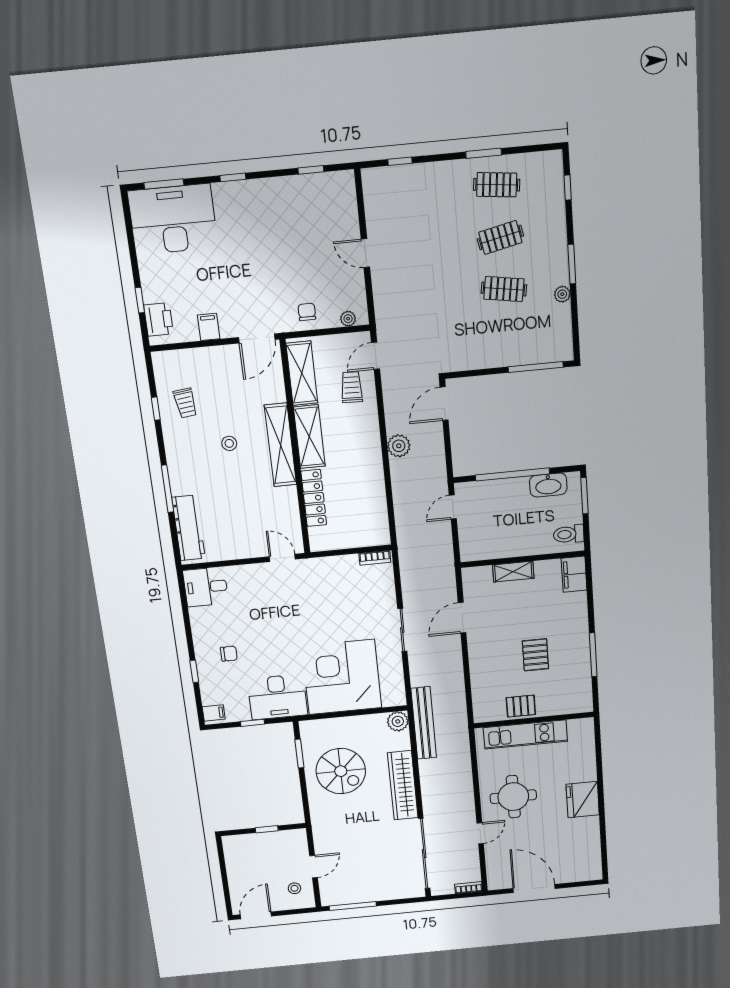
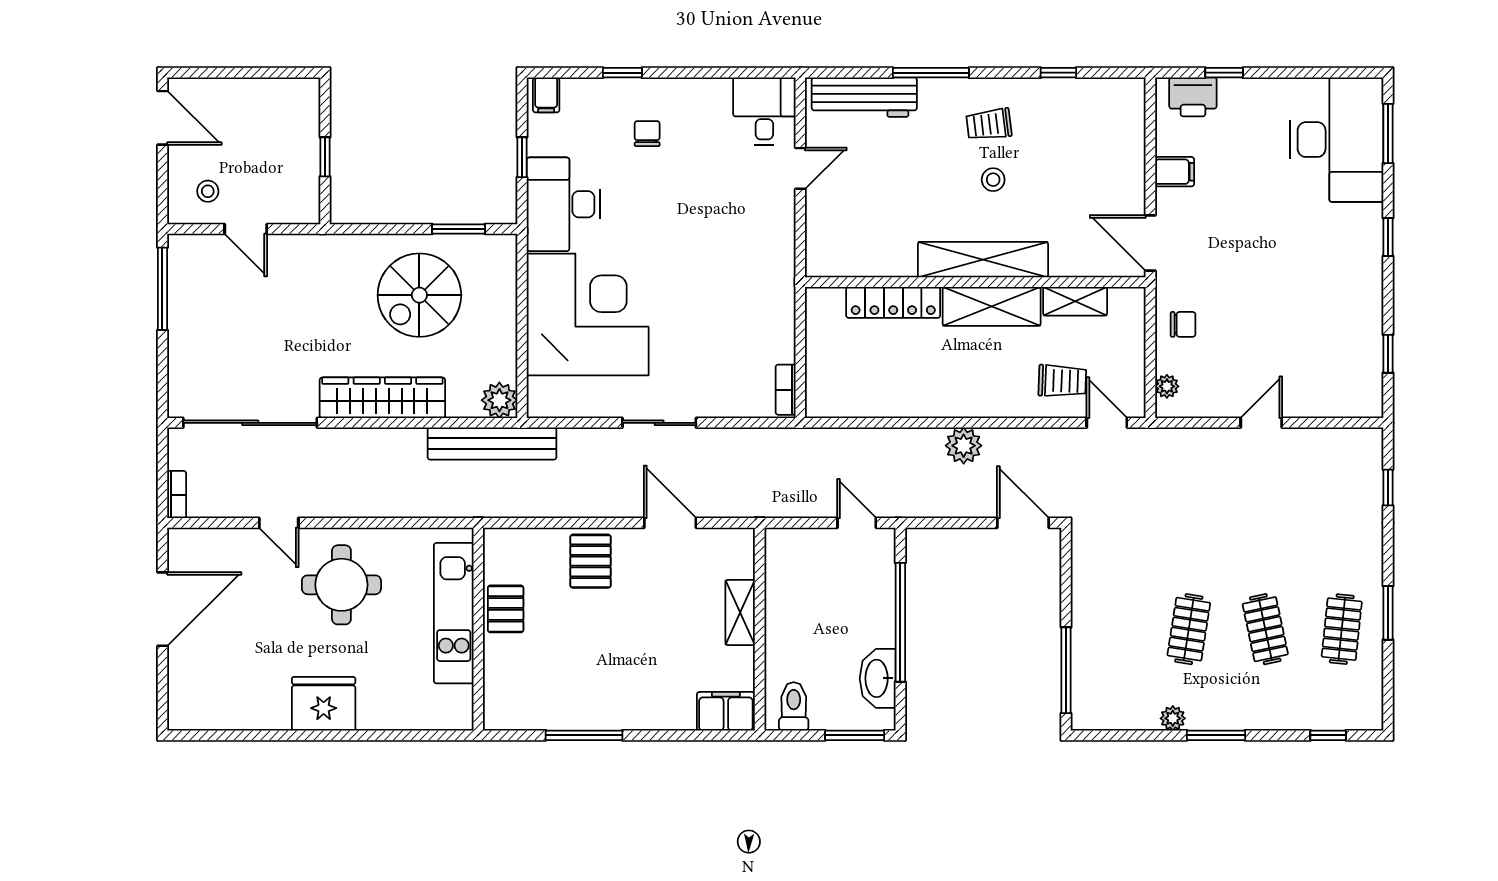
shelving: (302, 373) -> (1075, 301), width x0.67, depth x0.75
trolley: (185, 403) -> (989, 124), moved
door: (282, 558) -> (800, 168), moved
chair: (229, 654) -> (647, 134), turned 180
pallet: (535, 655) -> (590, 561), moved, turned 90

